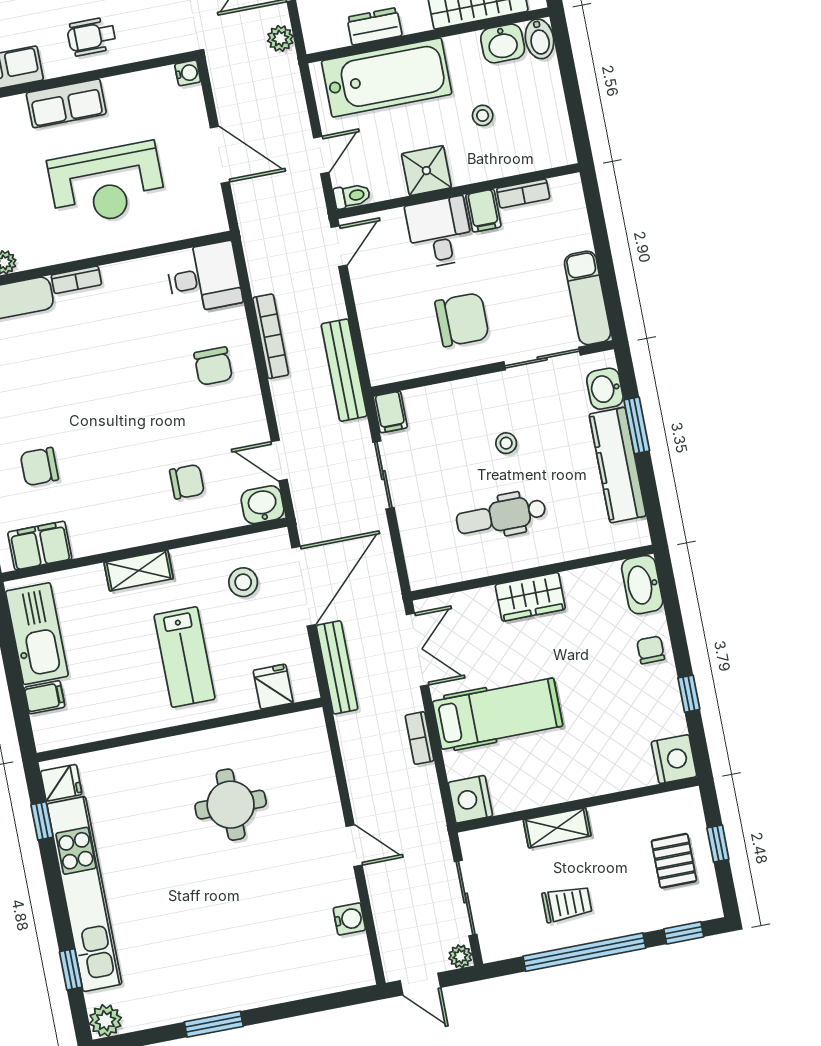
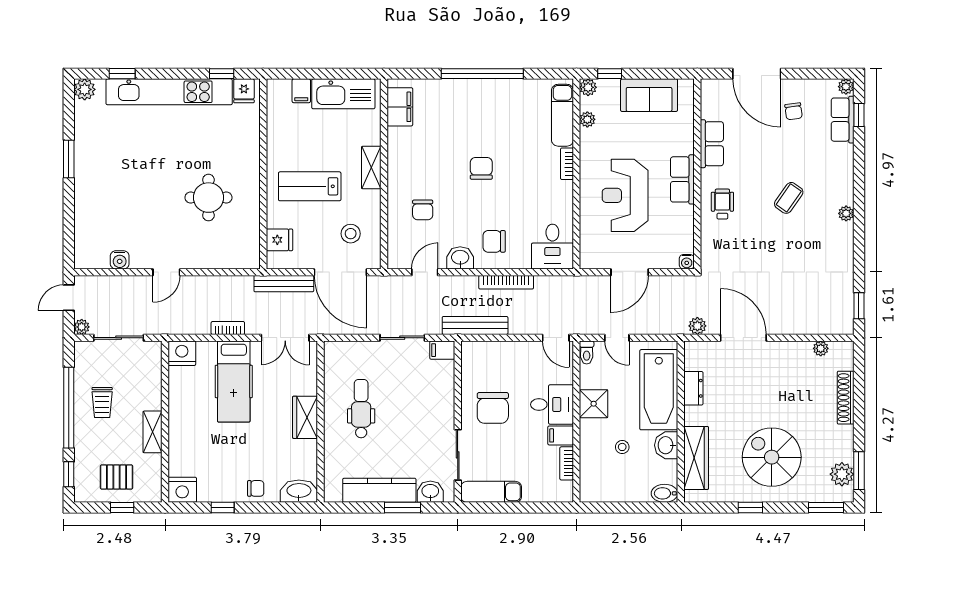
washbasin: (503, 43) -> (666, 445), moved
stool: (506, 443) -> (407, 421), removed
chair: (39, 467) -> (481, 168), moved
washbasin: (262, 505) -> (460, 258), moved, turned -90
shelving: (557, 828) -> (152, 432), moved

